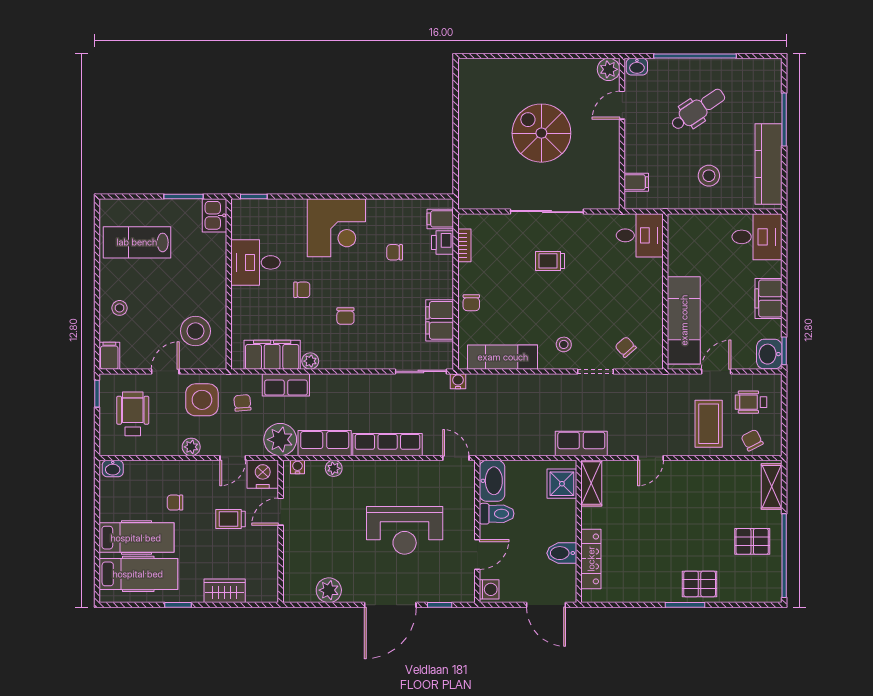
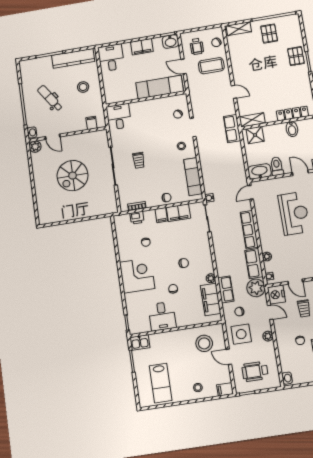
filing cabinet: (440, 219) -> (161, 215), moved

